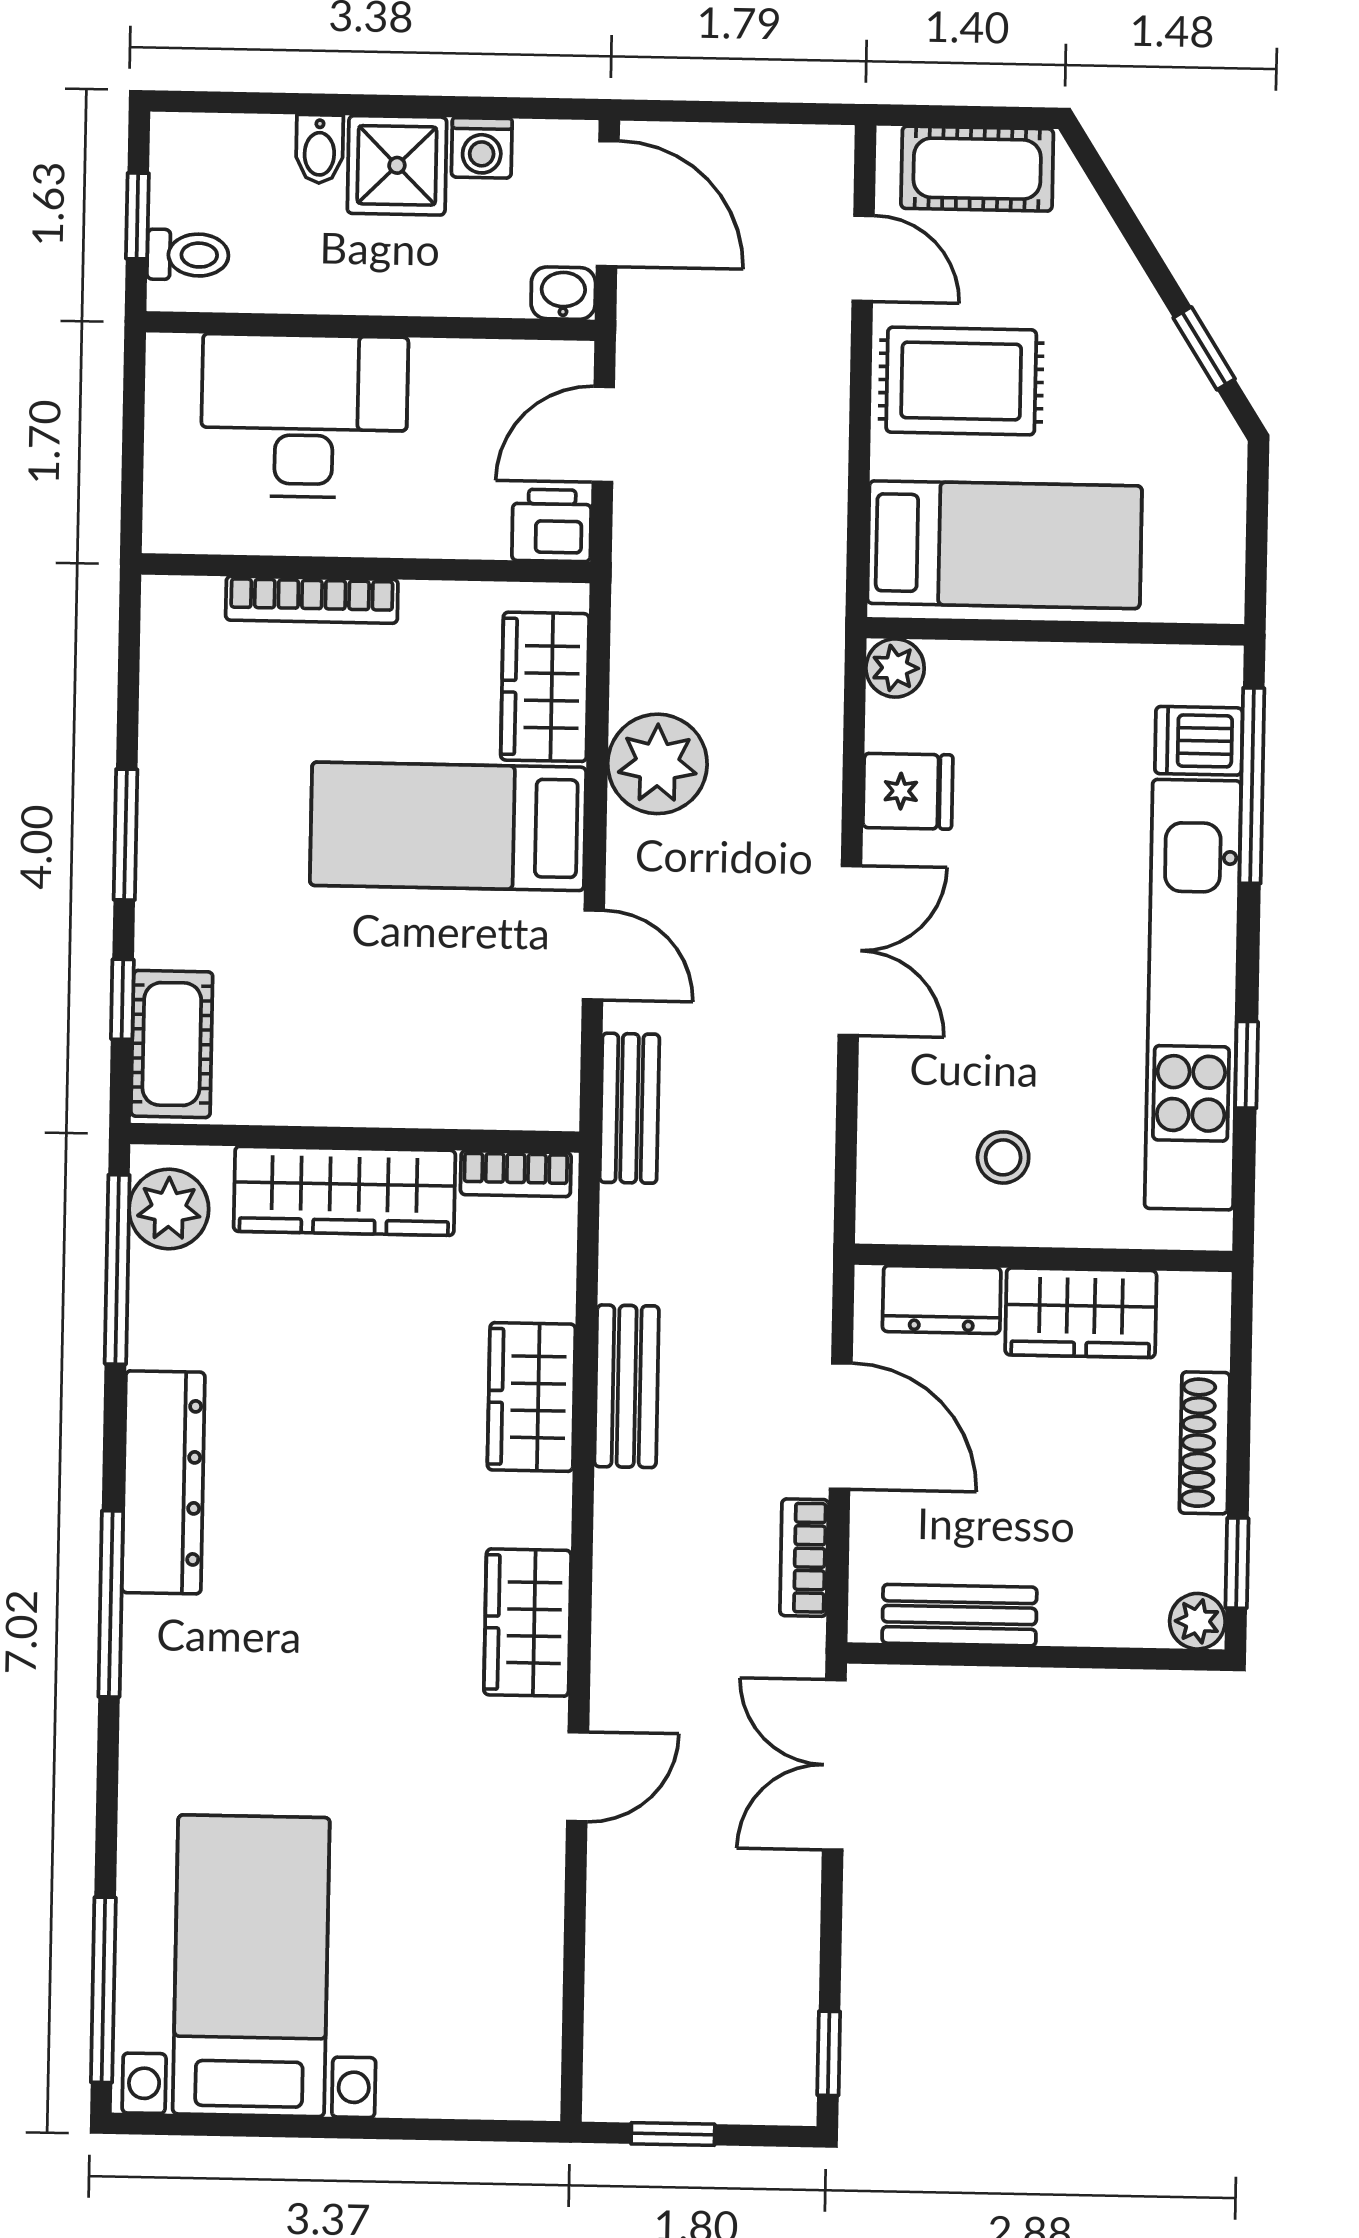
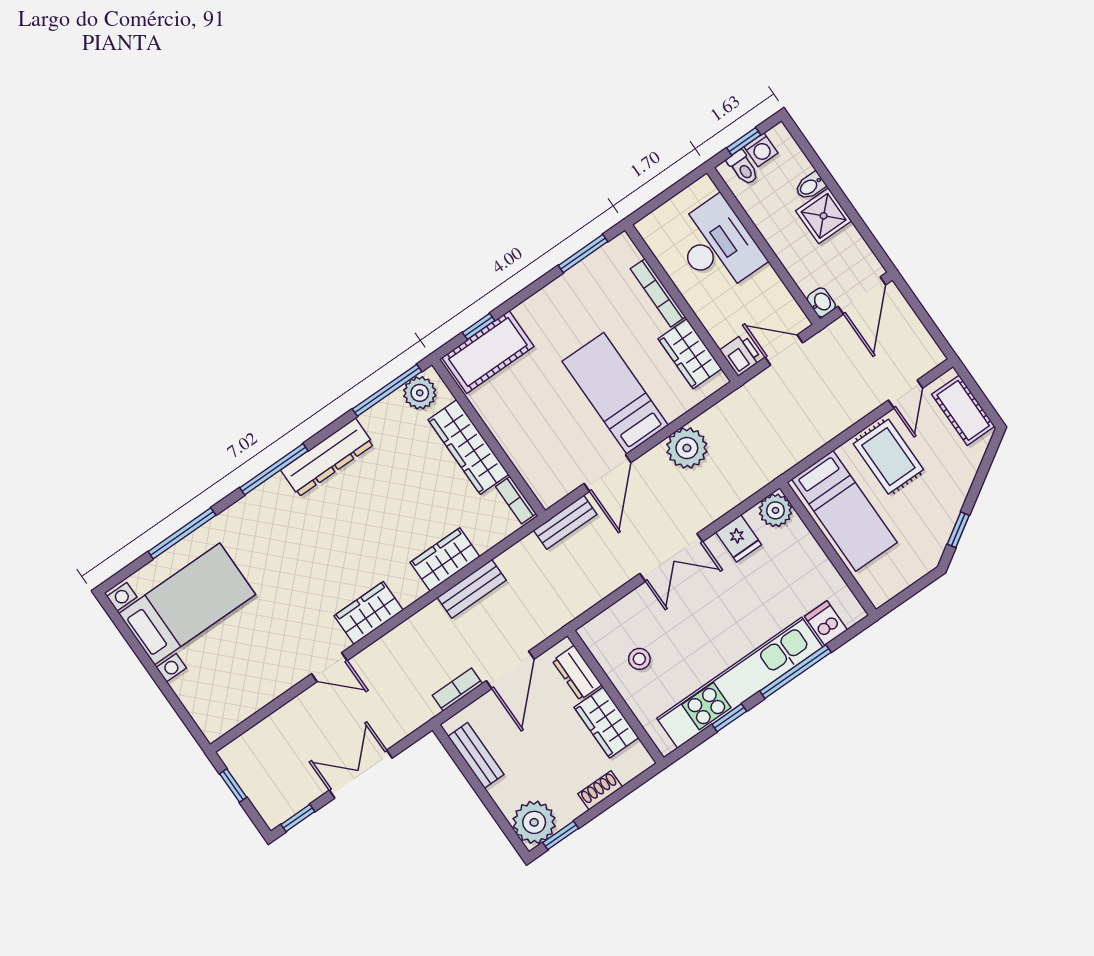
washing machine: (482, 148) -> (761, 150), moved, turned -90
plant: (895, 668) -> (775, 510), width x1.38, depth x1.38
wardrobe: (545, 687) -> (690, 354), moved, turned -90
window: (1252, 786) -> (795, 672), moved
window: (125, 835) -> (583, 254), moved
door: (593, 955) -> (608, 473), width x1.38
cot: (172, 1044) -> (488, 352), width x1.37, depth x1.34
shoe rack: (1205, 1443) -> (600, 790), width x0.70
plant: (1197, 1621) -> (534, 822), width x1.88, depth x1.88
double door: (834, 1765) -> (361, 774), moved
window: (103, 1990) -> (182, 533), moved

